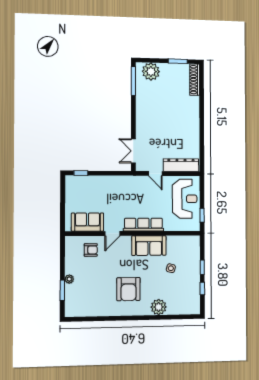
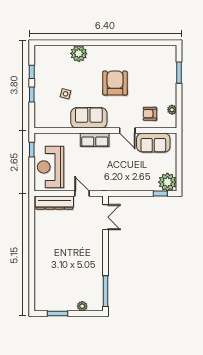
plant: (151, 71) -> (82, 306), width x0.53, depth x0.53
shoe rack: (195, 80) -> (39, 294), removed
plant: (74, 184) -> (167, 182), added
row of seats: (143, 225) -> (95, 140), width x0.68
door: (112, 234) -> (127, 131), swing flipped
plant: (69, 279) -> (172, 110), moved
armchair: (128, 289) -> (115, 83), moved

